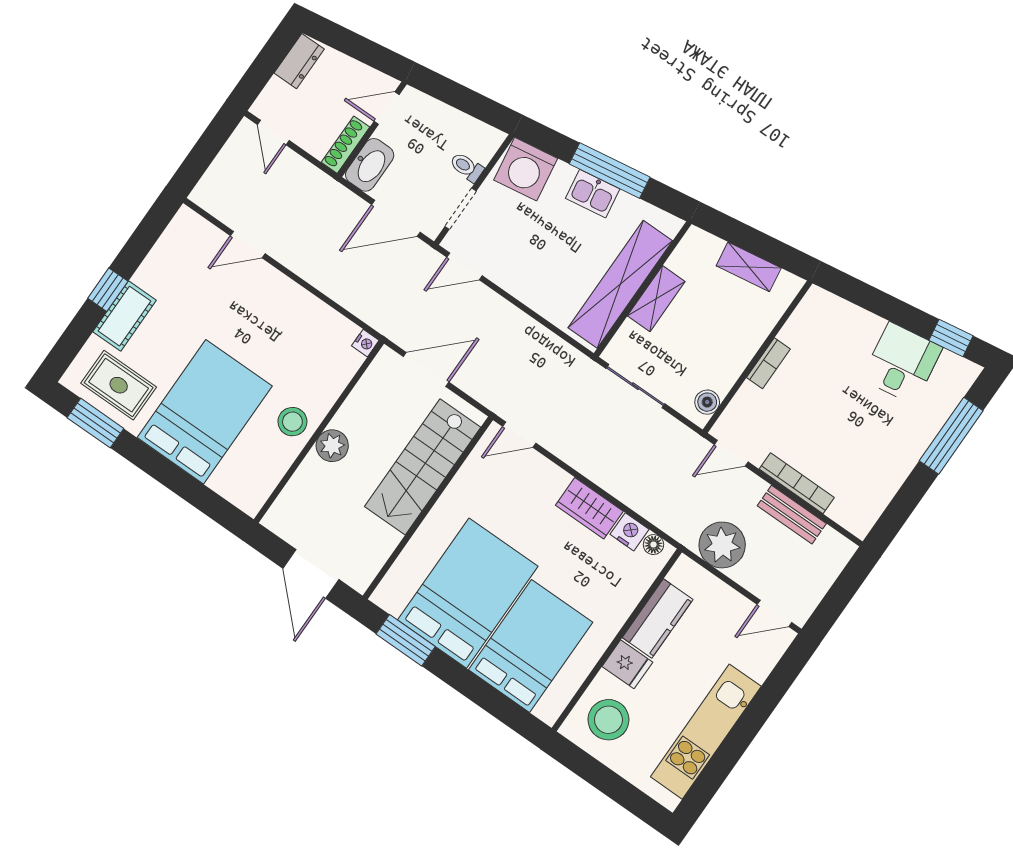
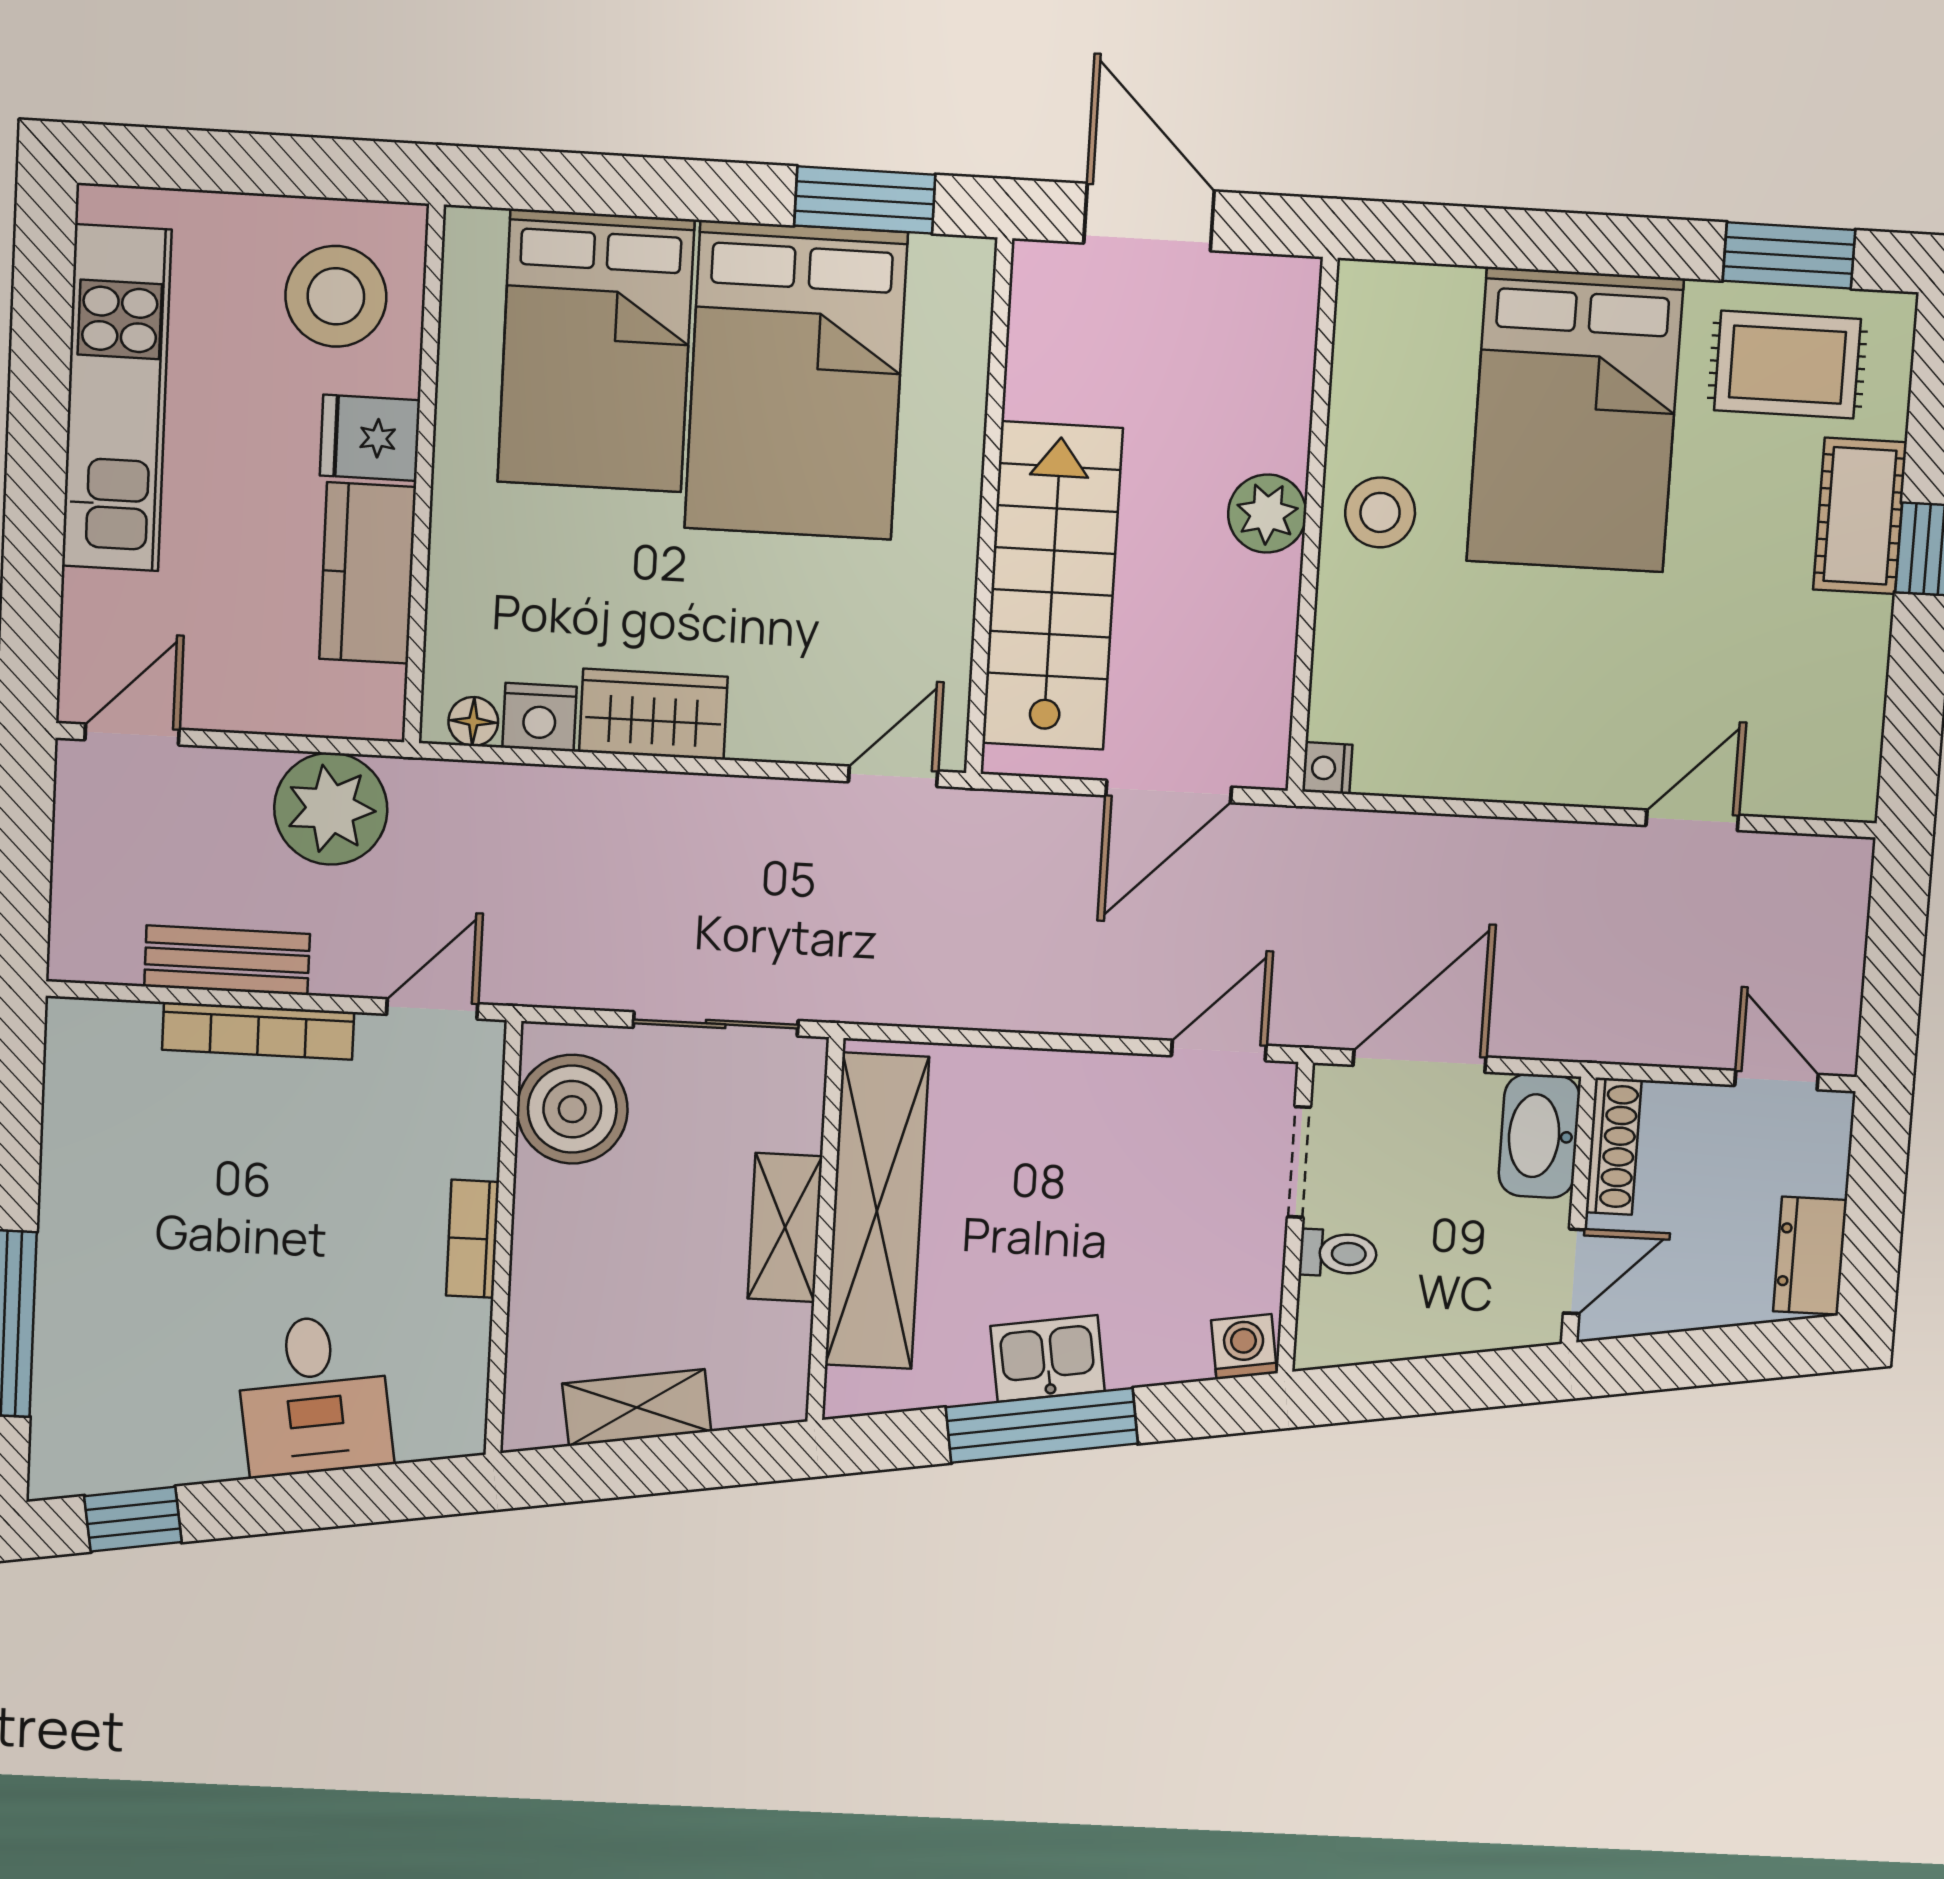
washing machine: (526, 169) -> (1244, 1347), width x0.53, depth x0.53
desk: (902, 363) -> (314, 1395), moved
boiler: (707, 402) -> (572, 1109), width x1.86, depth x1.86

